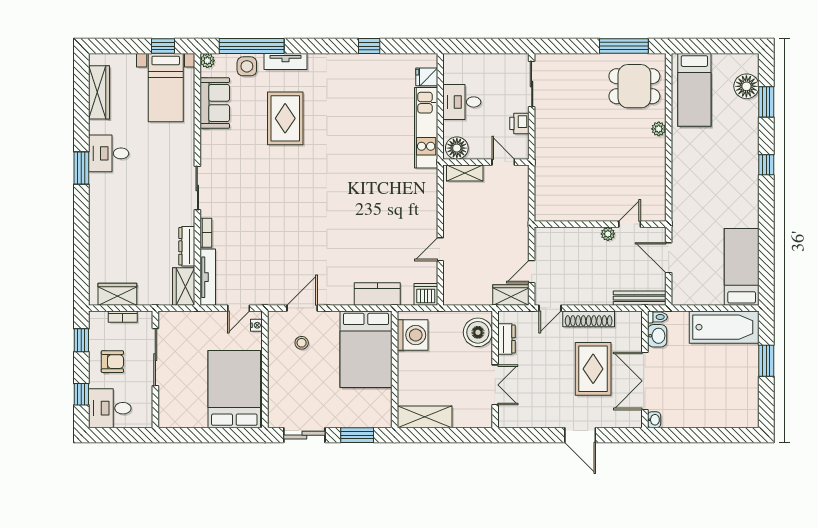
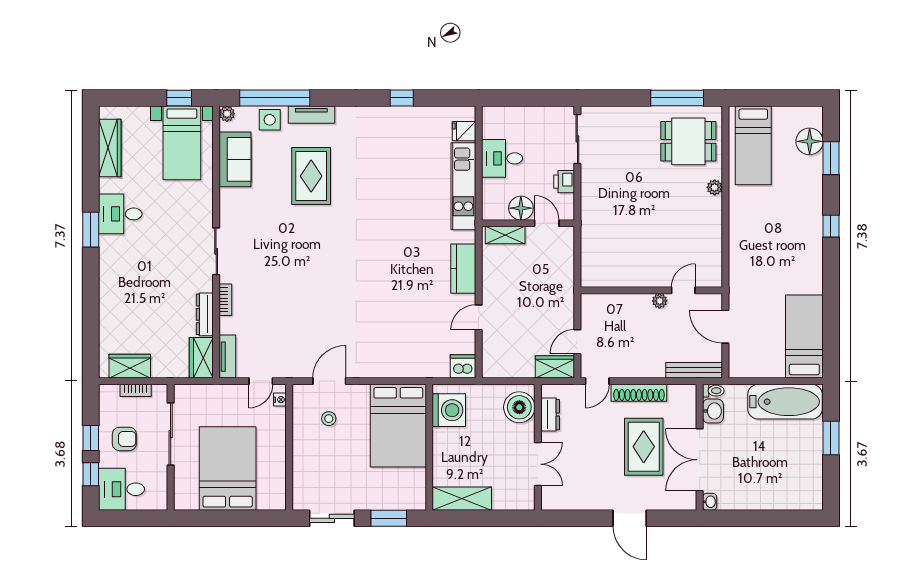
floor lamp: (457, 148) -> (521, 208), moved
tv unit: (208, 277) -> (227, 357), width x0.71
kitchen counter: (377, 294) -> (463, 269), moved, turned -90
window: (81, 340) -> (91, 438), moved
bed: (234, 389) -> (228, 469), moved

